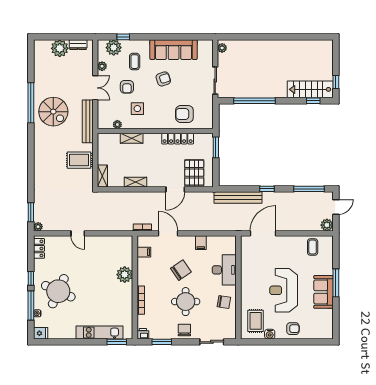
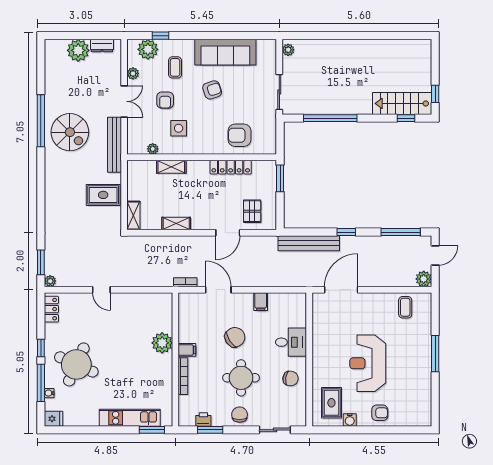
pallet: (194, 173) -> (252, 211), width x0.67, depth x0.71
filing cabinet: (144, 252) -> (187, 350), moved
desk: (224, 270) -> (291, 342), width x0.73
sofa: (323, 292) -> (419, 365), removed
printer: (143, 334) -> (203, 420), moved

